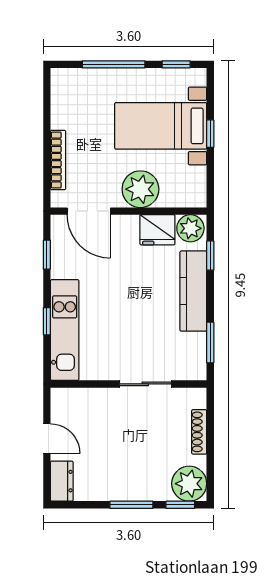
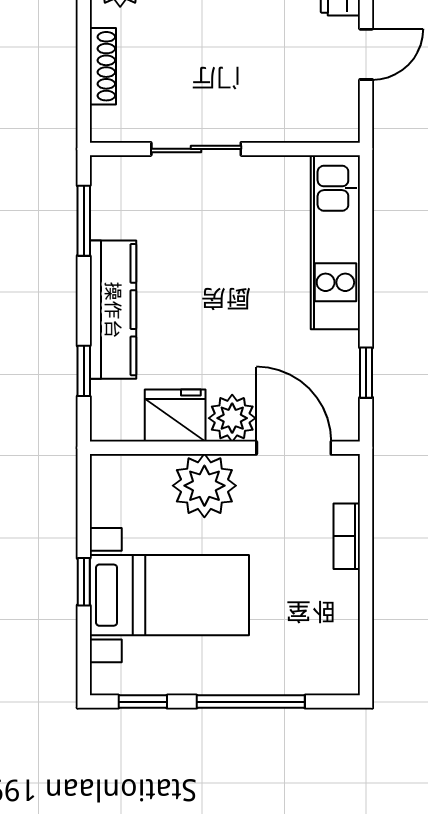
bookcase: (58, 160) -> (347, 536), width x0.64
plant: (190, 228) -> (232, 418), moved
window: (47, 321) -> (366, 257), removed
door: (47, 439) -> (366, 54), swing flipped

